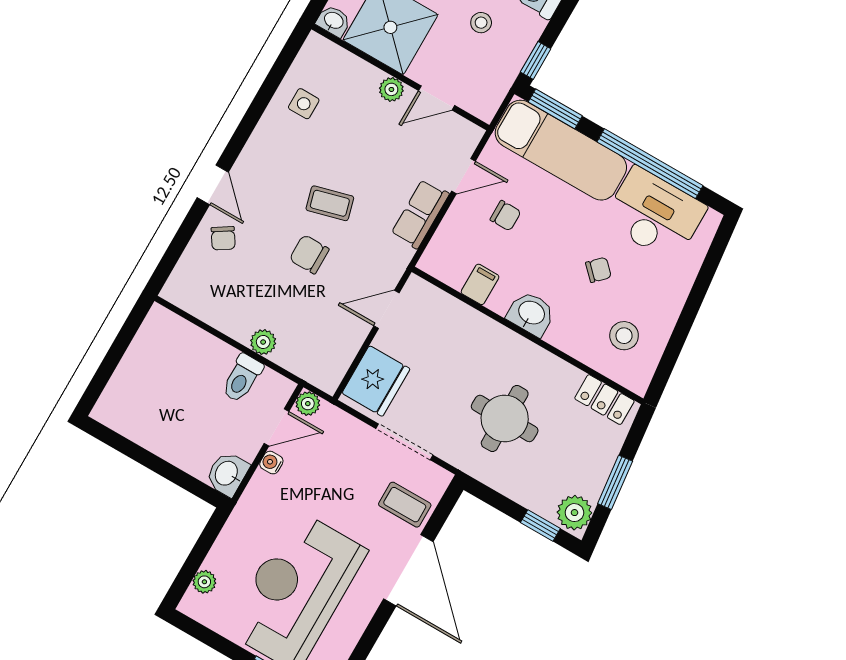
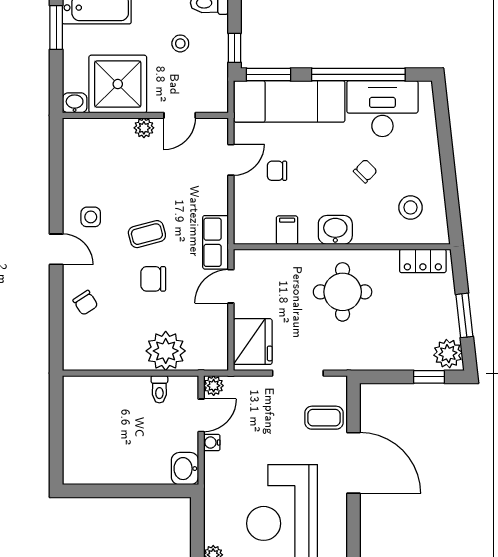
side table: (304, 104) -> (91, 217), moved
door: (213, 185) -> (56, 249), moved
row of seats: (420, 214) -> (216, 242), moved
chair: (505, 216) -> (277, 171), turned 180
plant: (263, 342) -> (166, 351), width x1.87, depth x1.87
toilet: (242, 378) -> (159, 389), width x0.73, depth x0.72
round table: (505, 418) -> (343, 292), moved

